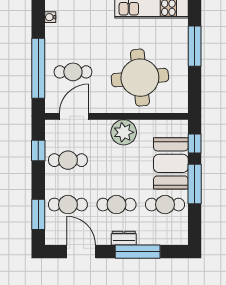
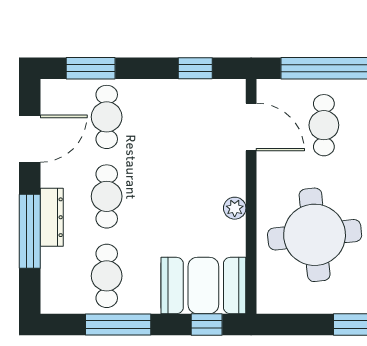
plant: (124, 132) -> (235, 208), width x0.53, depth x0.53
cafe table: (68, 160) -> (179, 117), removed
booth: (171, 163) -> (203, 285), moved
window: (195, 184) -> (118, 324), moved
dresser: (124, 238) -> (52, 217), width x1.44

